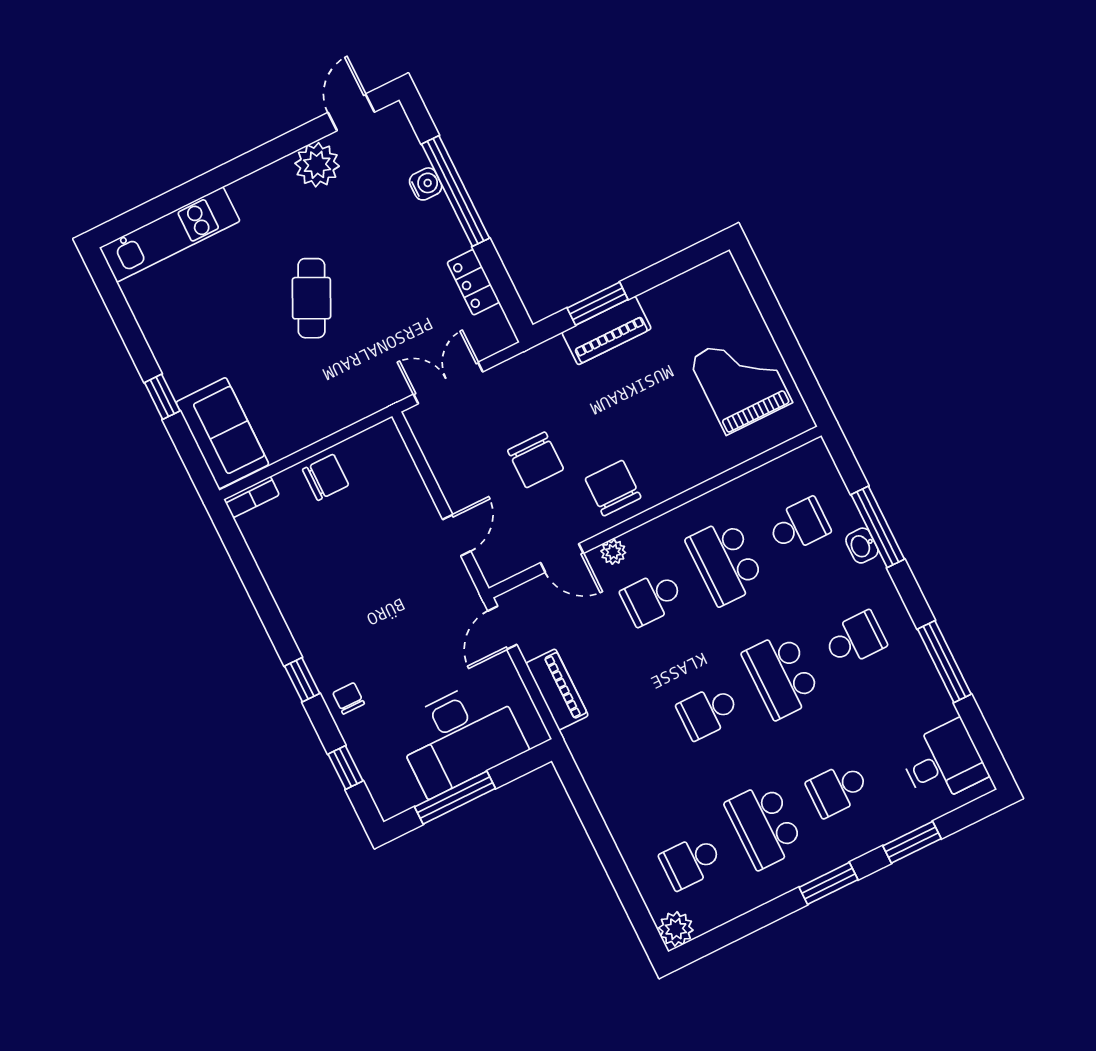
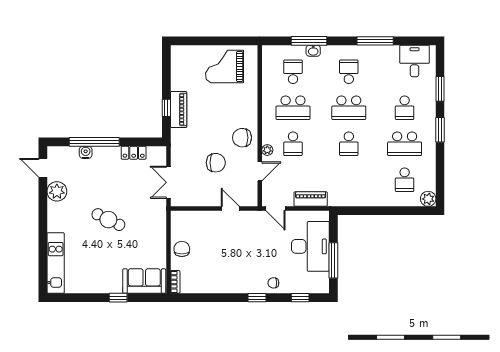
window: (598, 304) -> (166, 108), width x0.67

